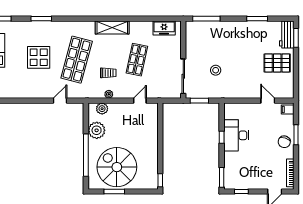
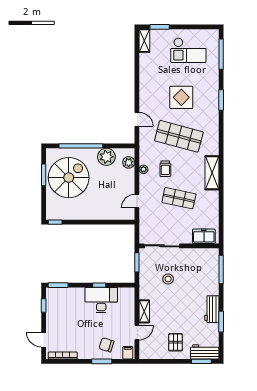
freezer: (164, 28) -> (204, 236), moved, turned 90
workbench: (245, 28) -> (212, 309), added
pallet: (277, 63) -> (176, 342), width x0.67, depth x0.71
shelving: (247, 93) -> (144, 311), added
door: (140, 101) -> (137, 201), swing flipped
chair: (284, 142) -> (106, 345), moved

